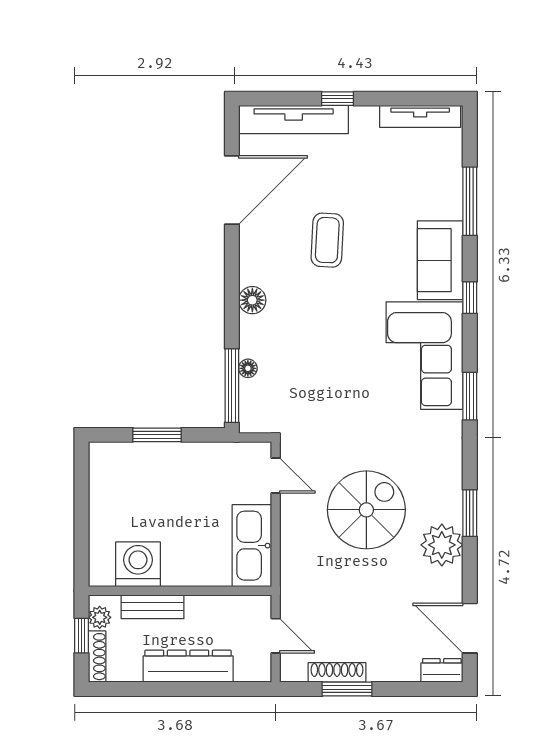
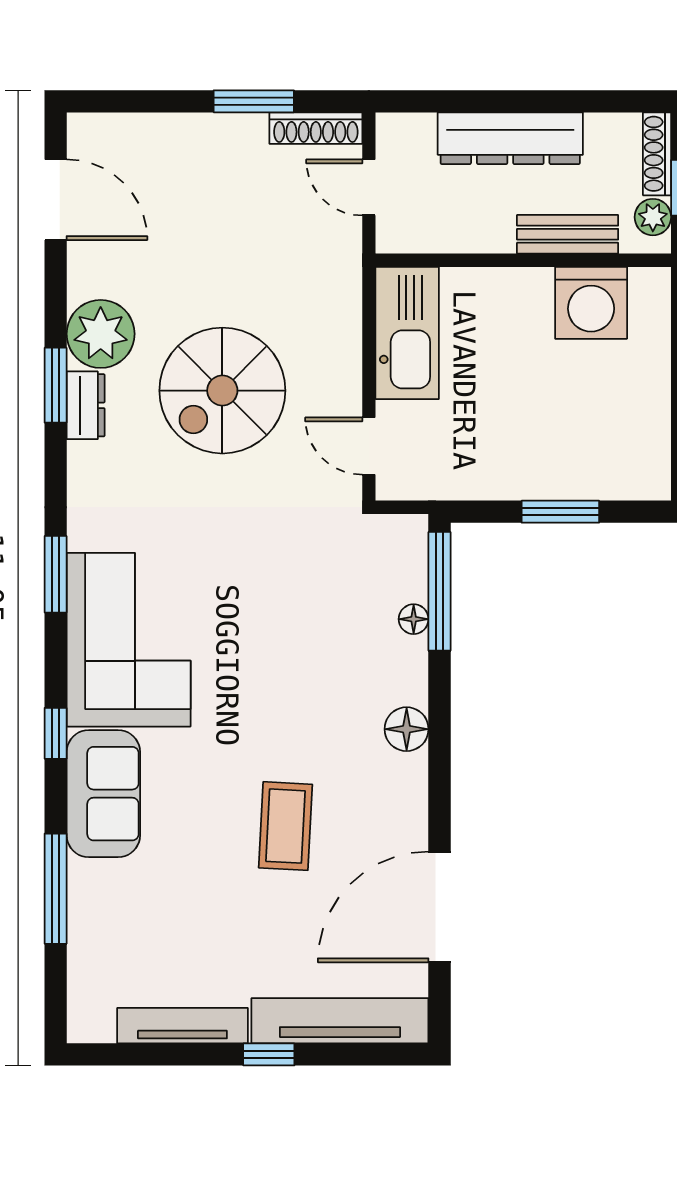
tv unit: (420, 116) -> (182, 1026), moved
dresser: (442, 670) -> (86, 405), moved, turned -90
shoe rack: (337, 672) -> (316, 128), moved

